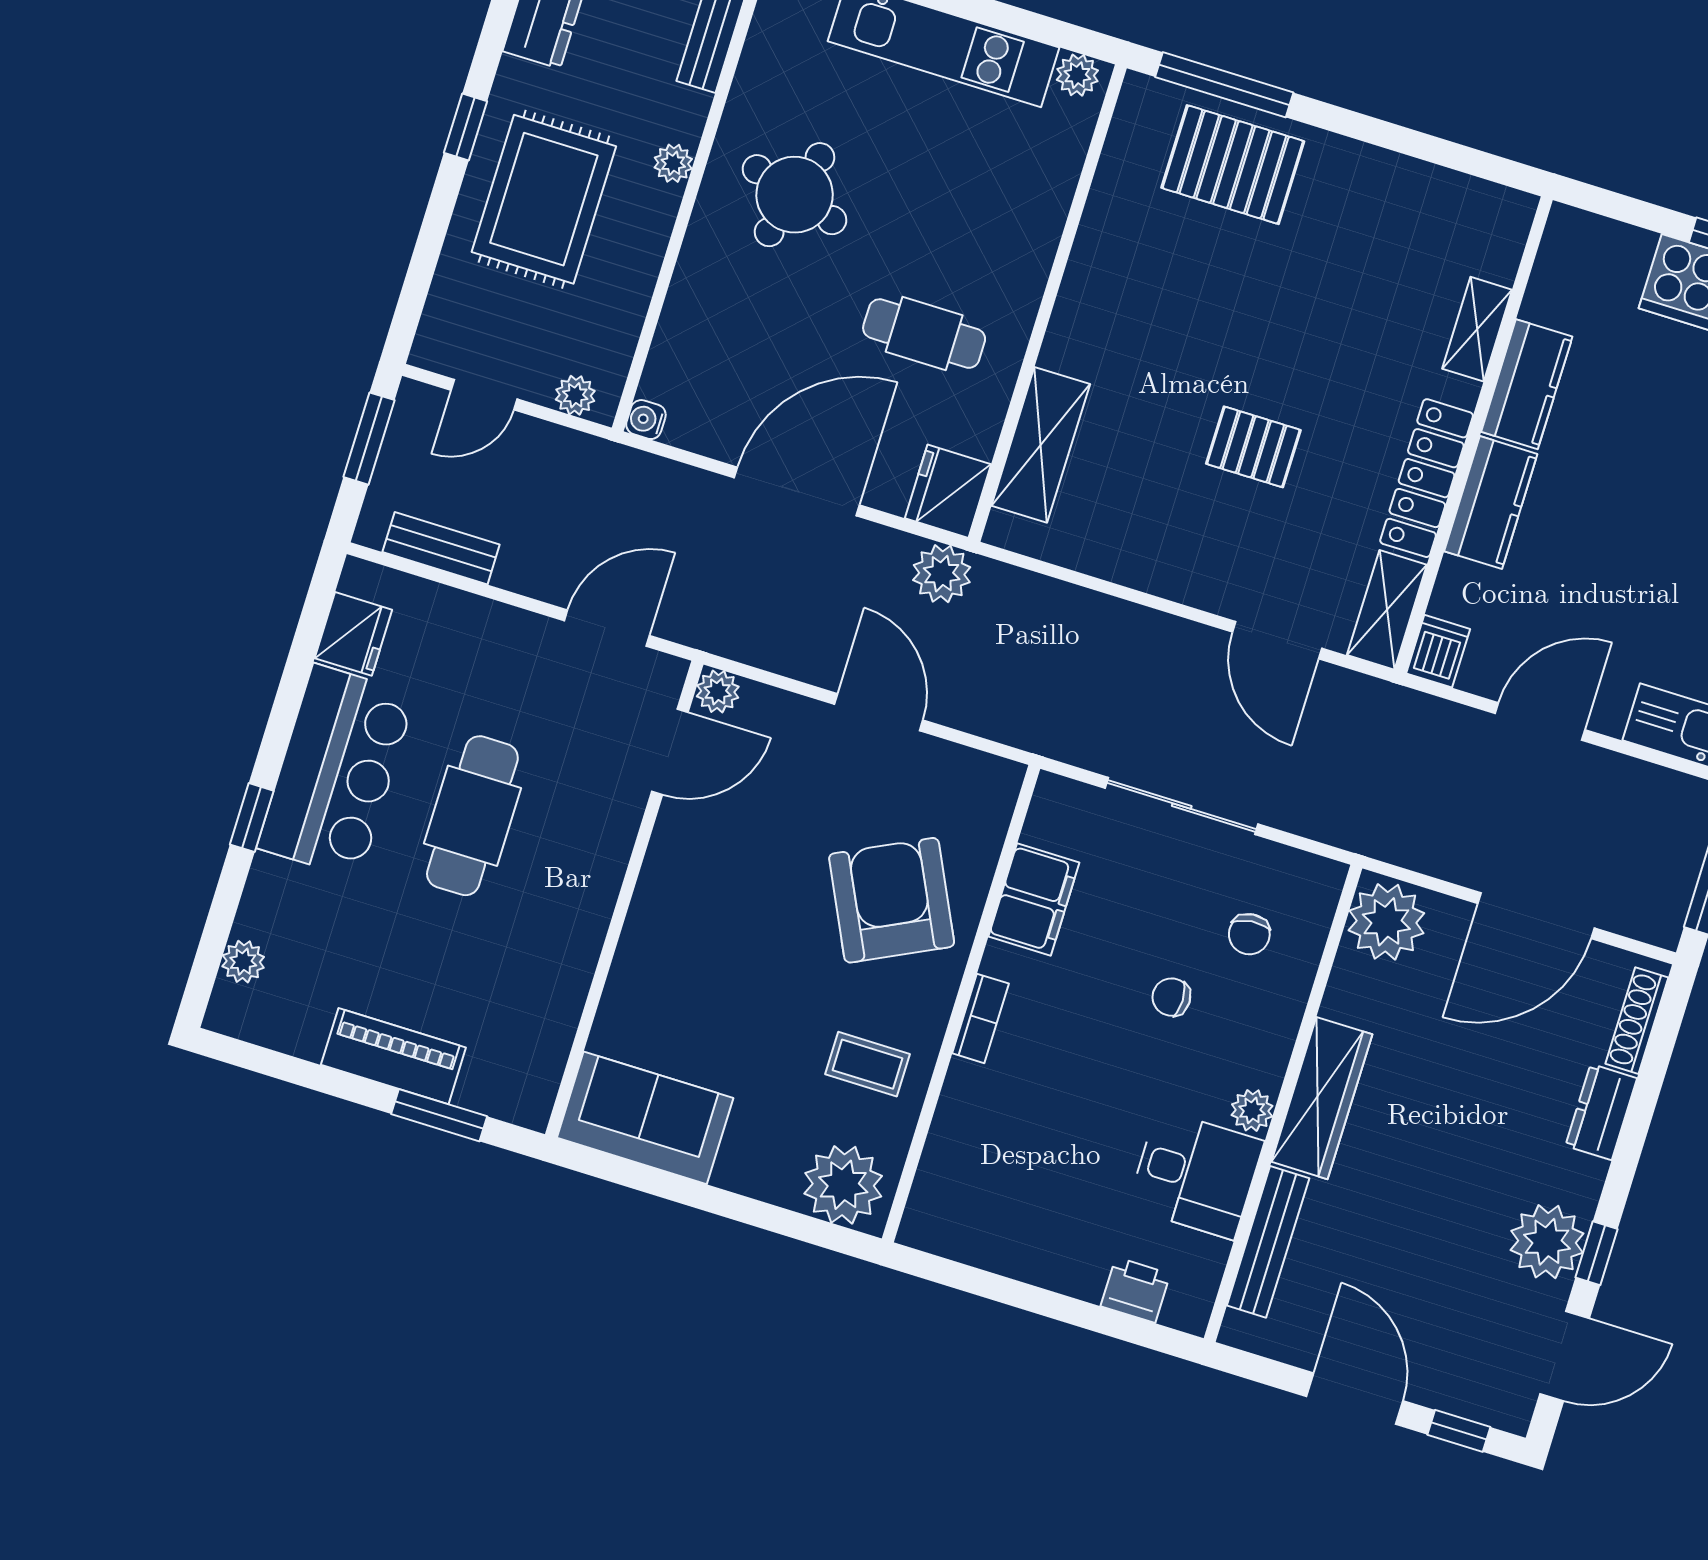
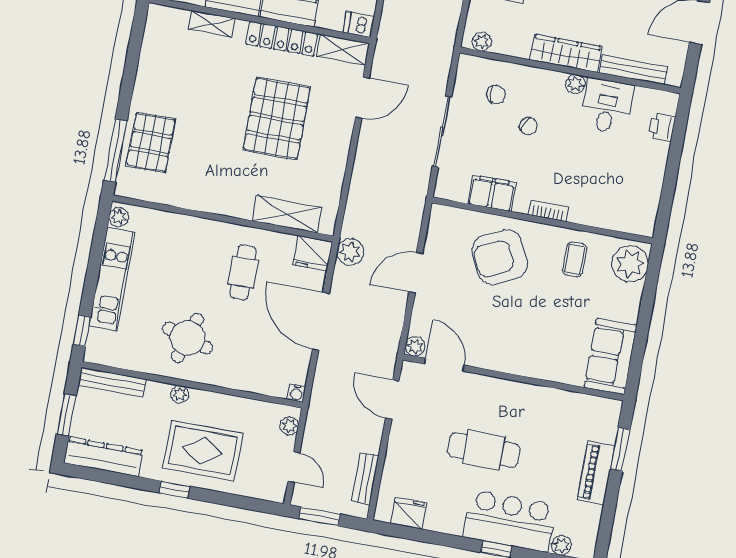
pallet: (1253, 447) -> (277, 118), width x2.05, depth x2.00
bar counter: (336, 771) -> (509, 521), moved
plant: (1386, 922) -> (482, 42), width x0.53, depth x0.53
chair: (1171, 997) -> (528, 126), turned -62

